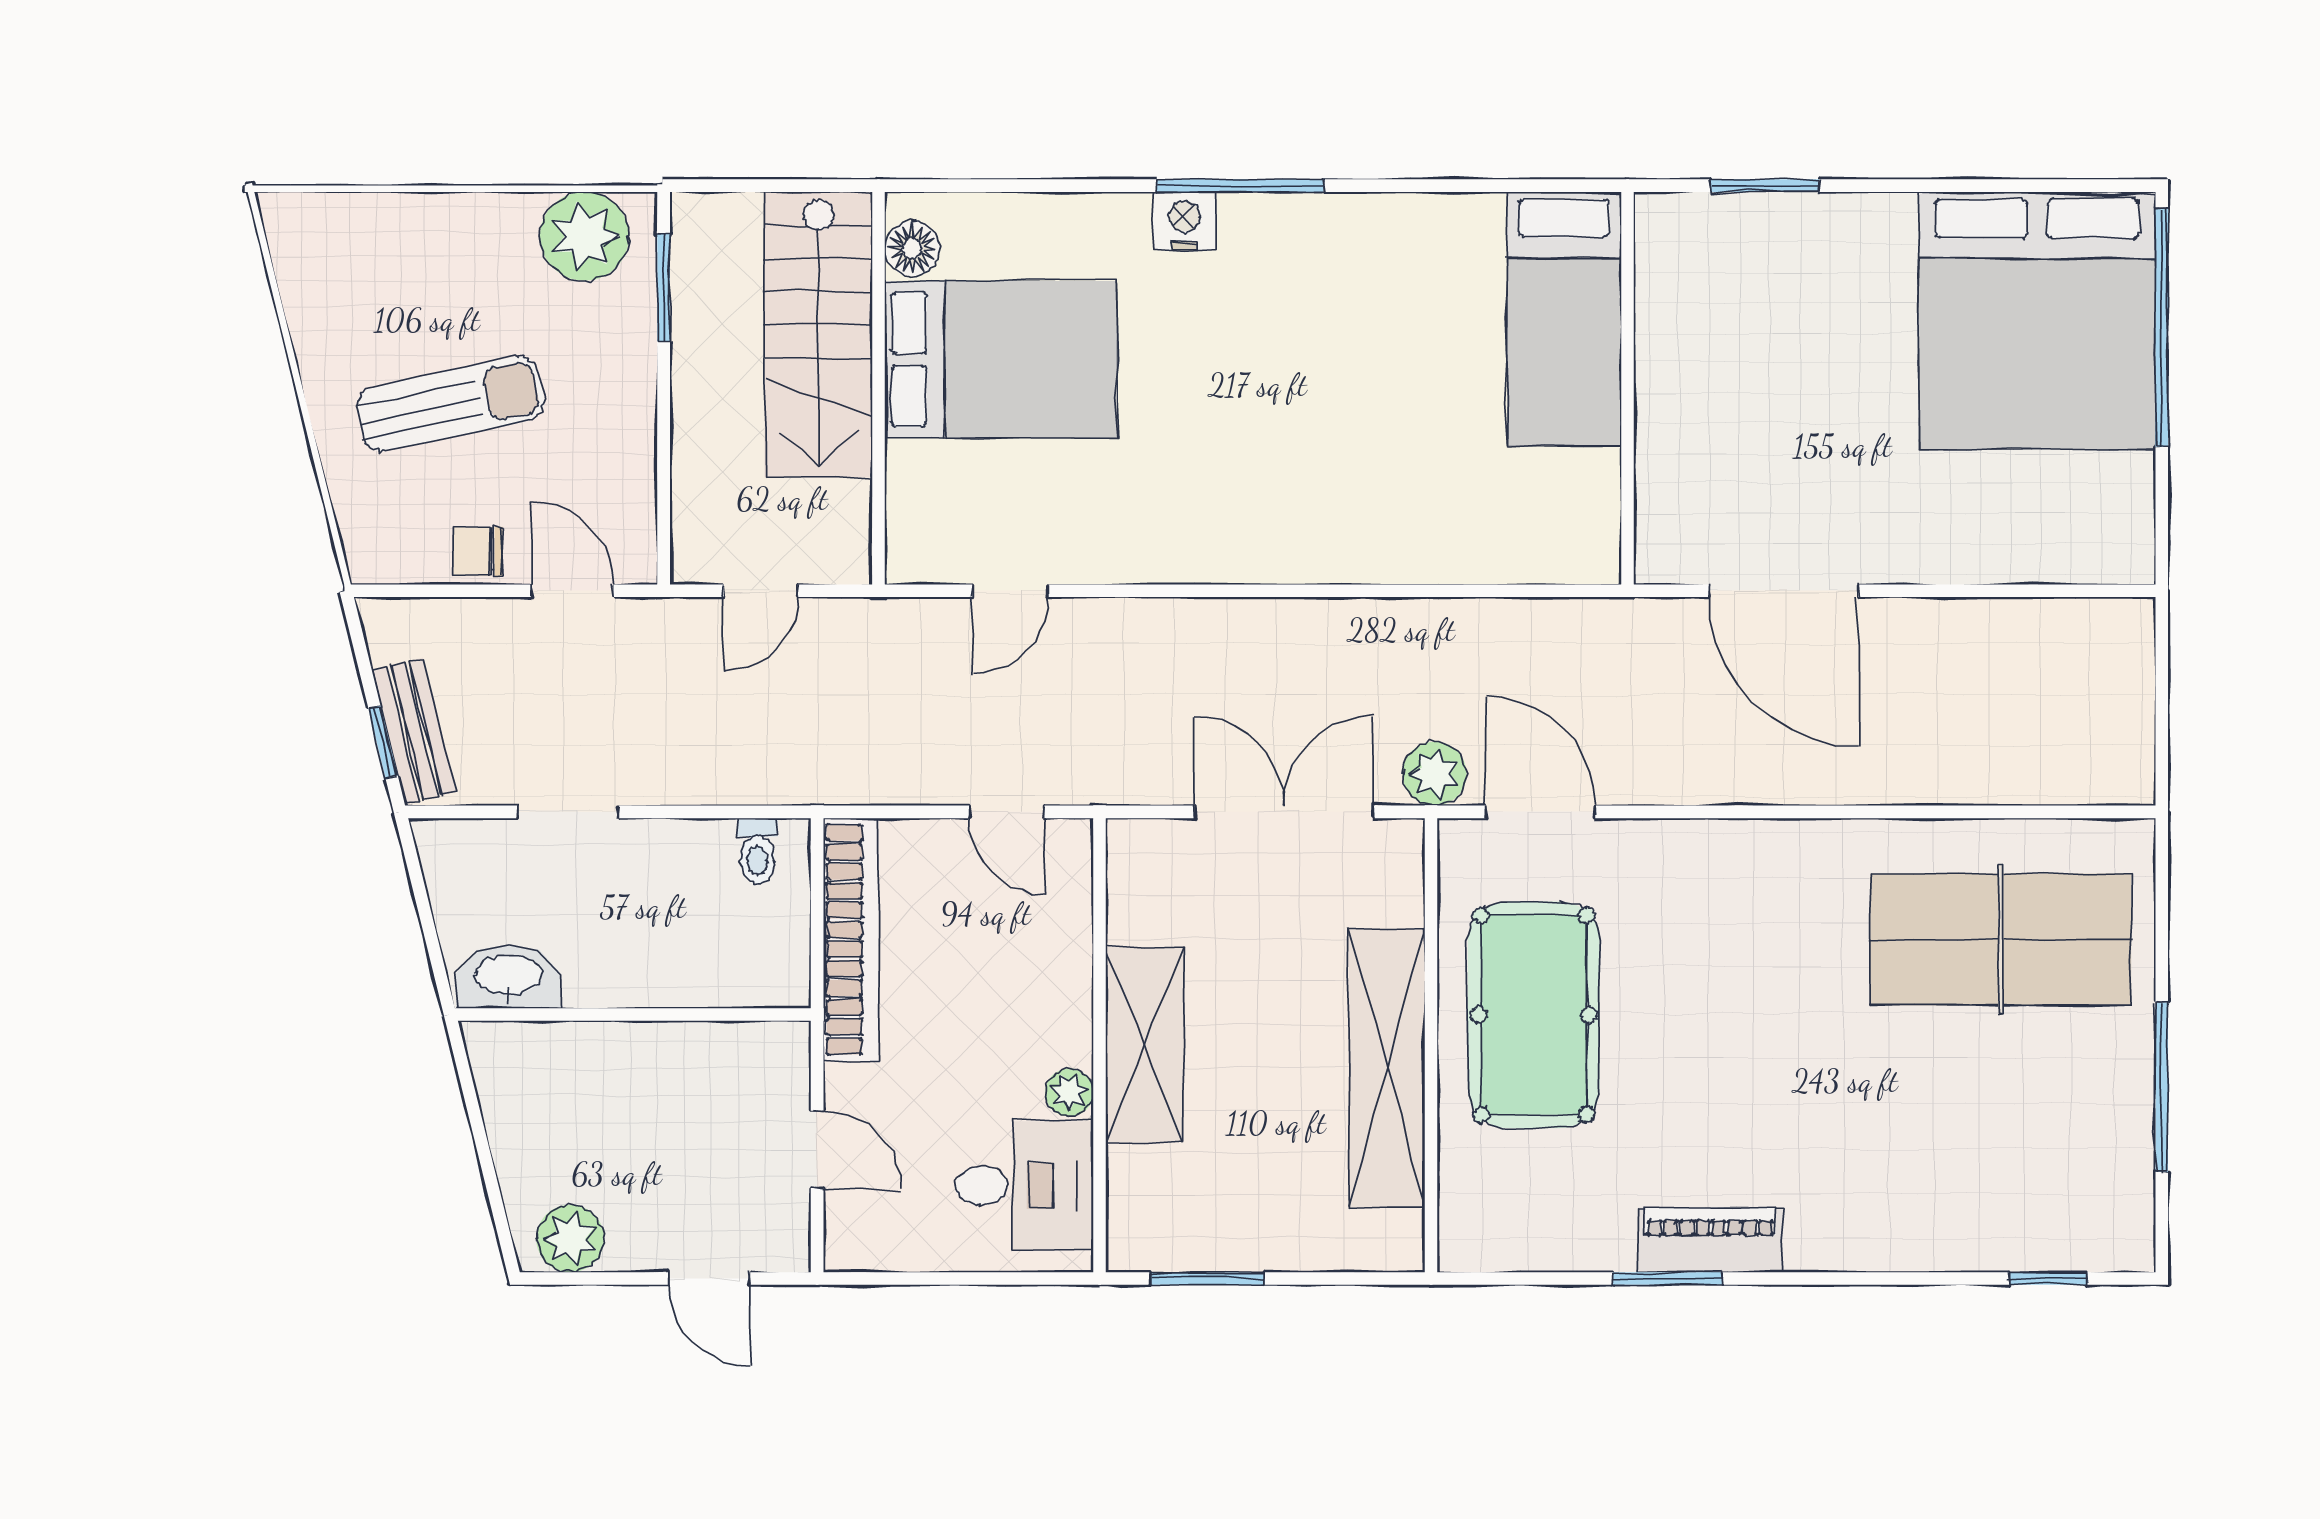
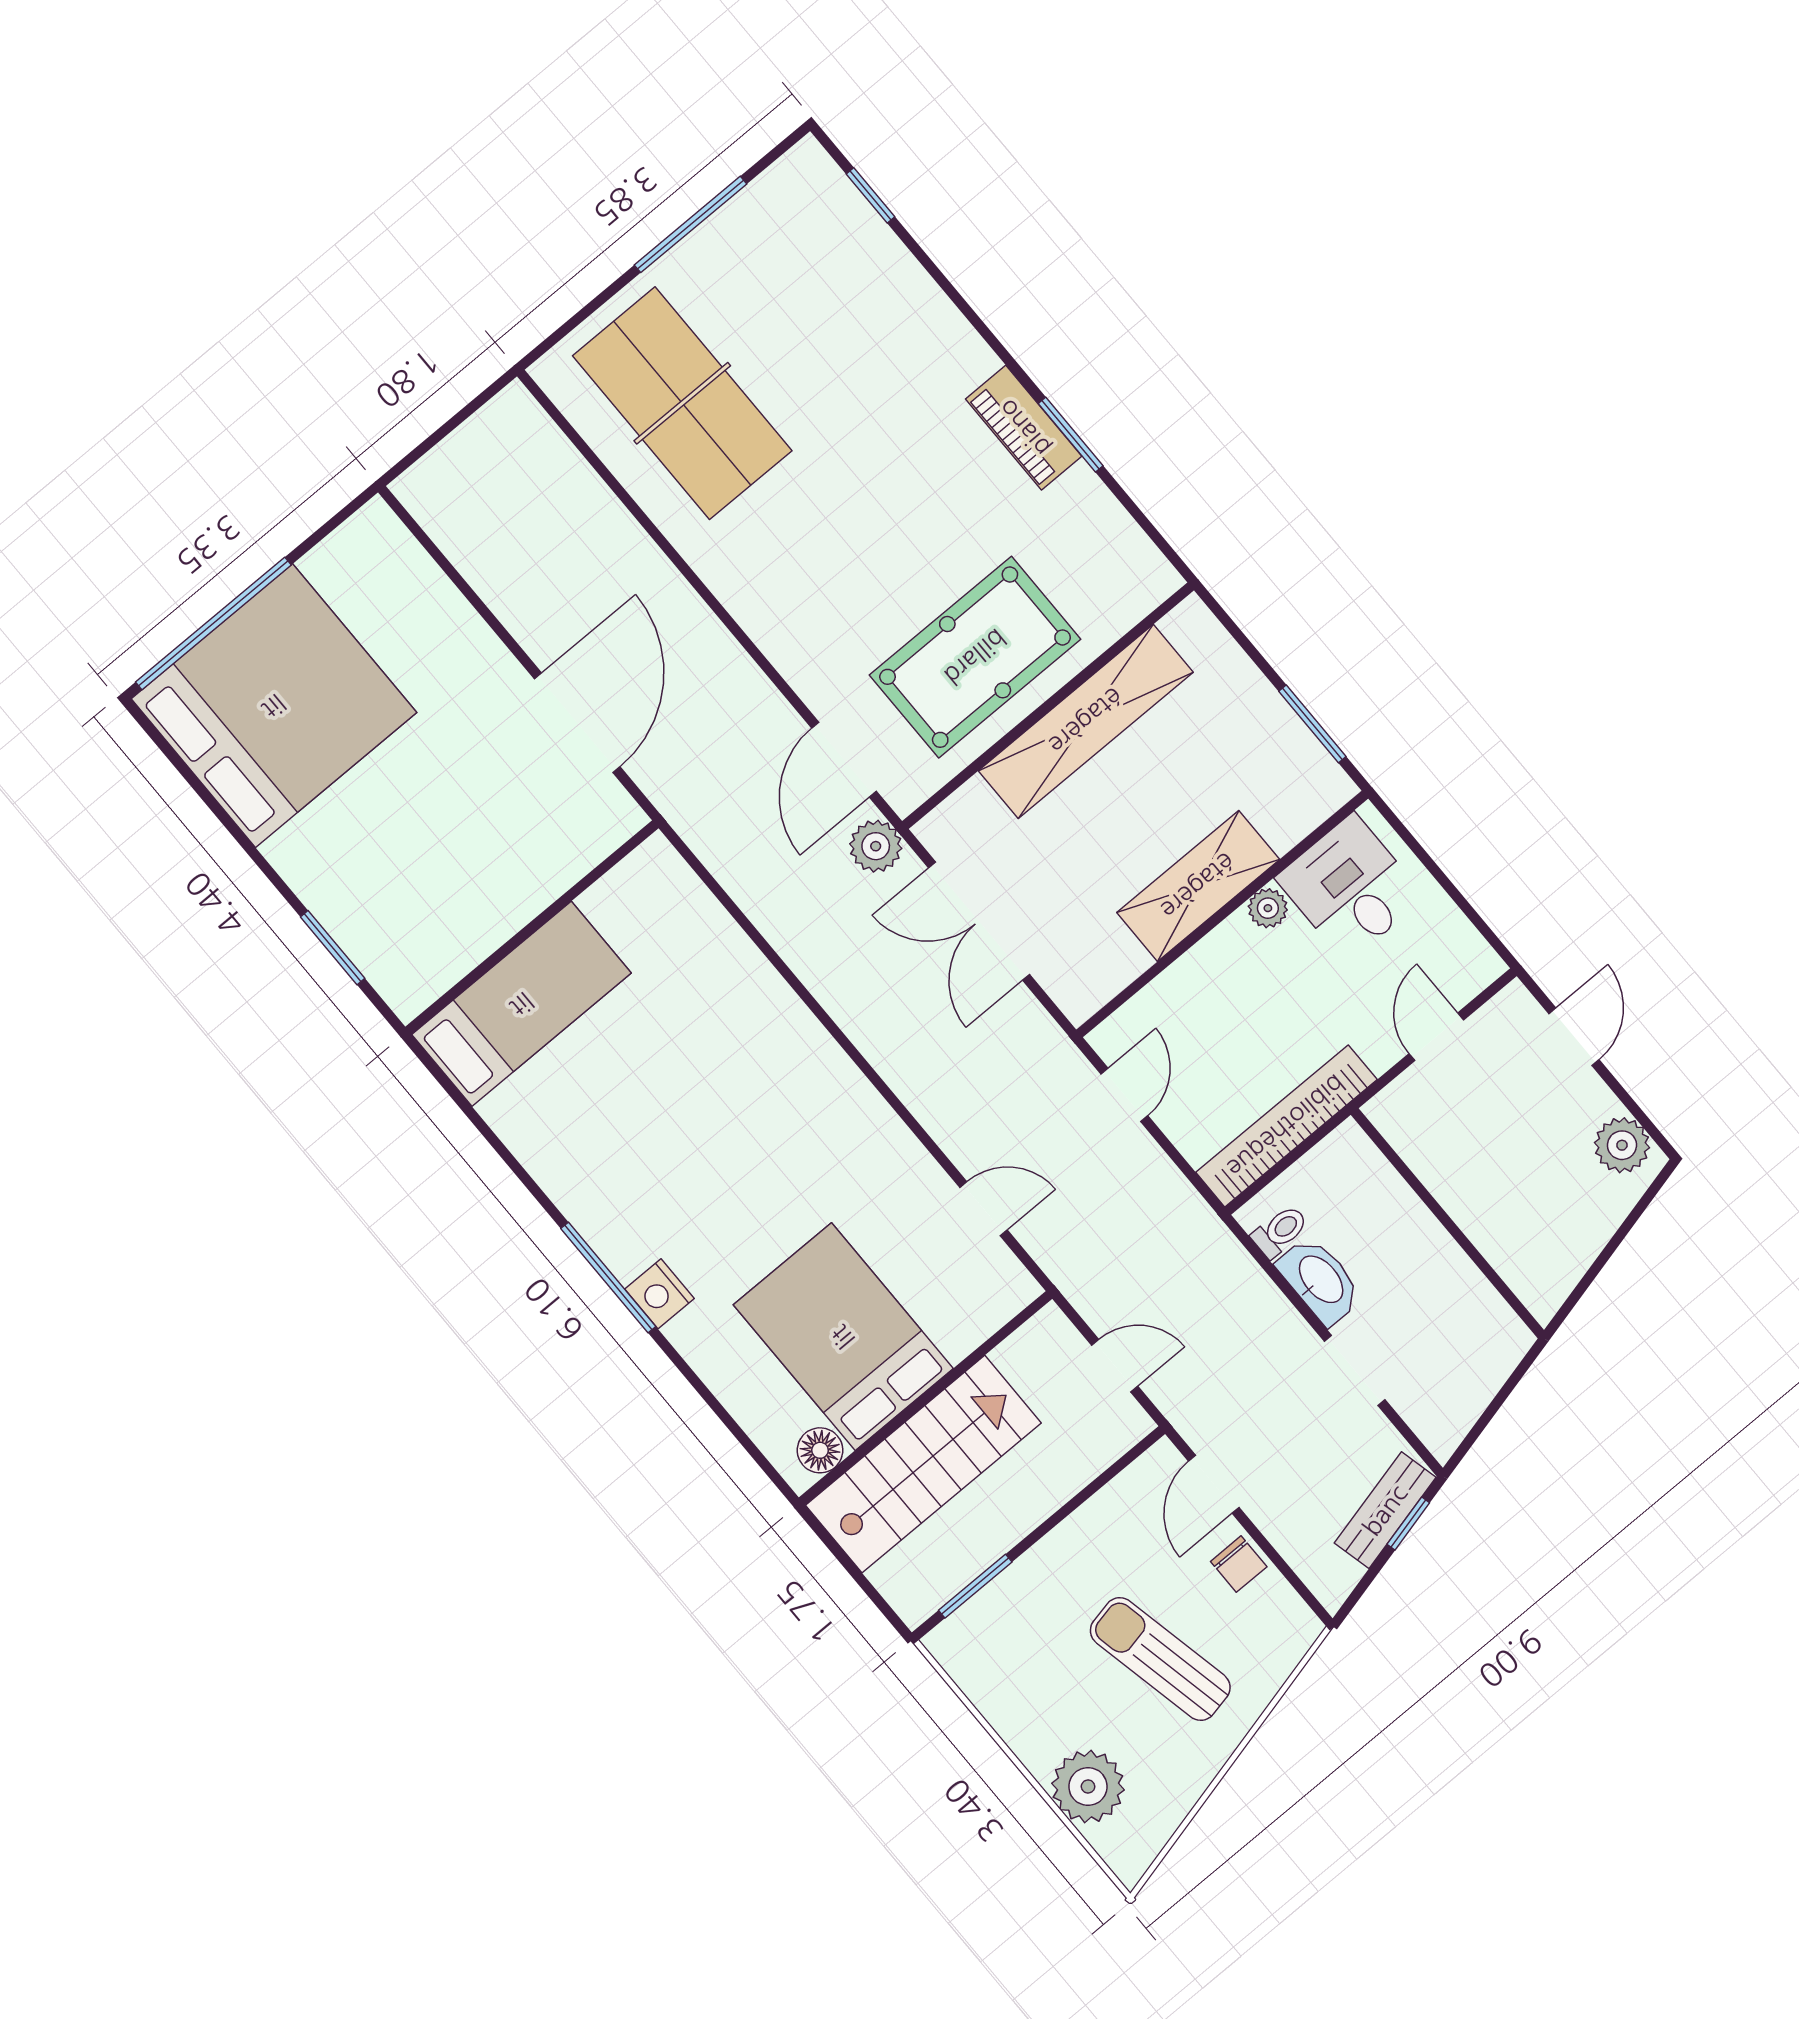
plant: (584, 236) -> (1088, 1787), moved
washbasin: (508, 977) -> (1320, 1280), moved, turned 180

